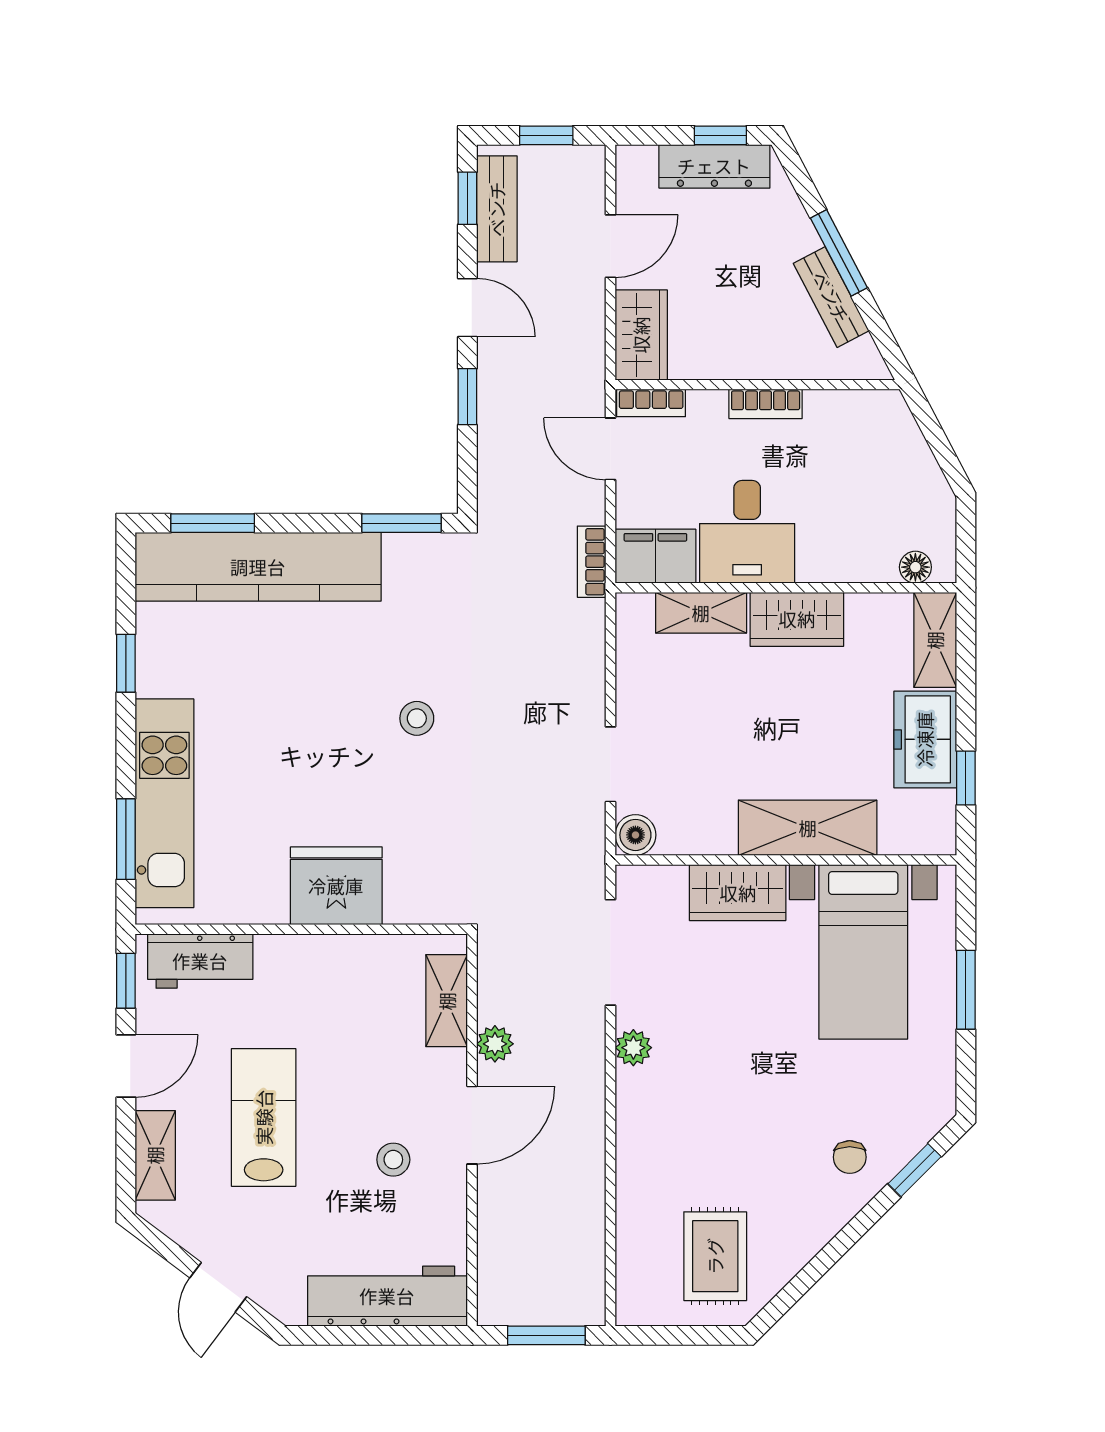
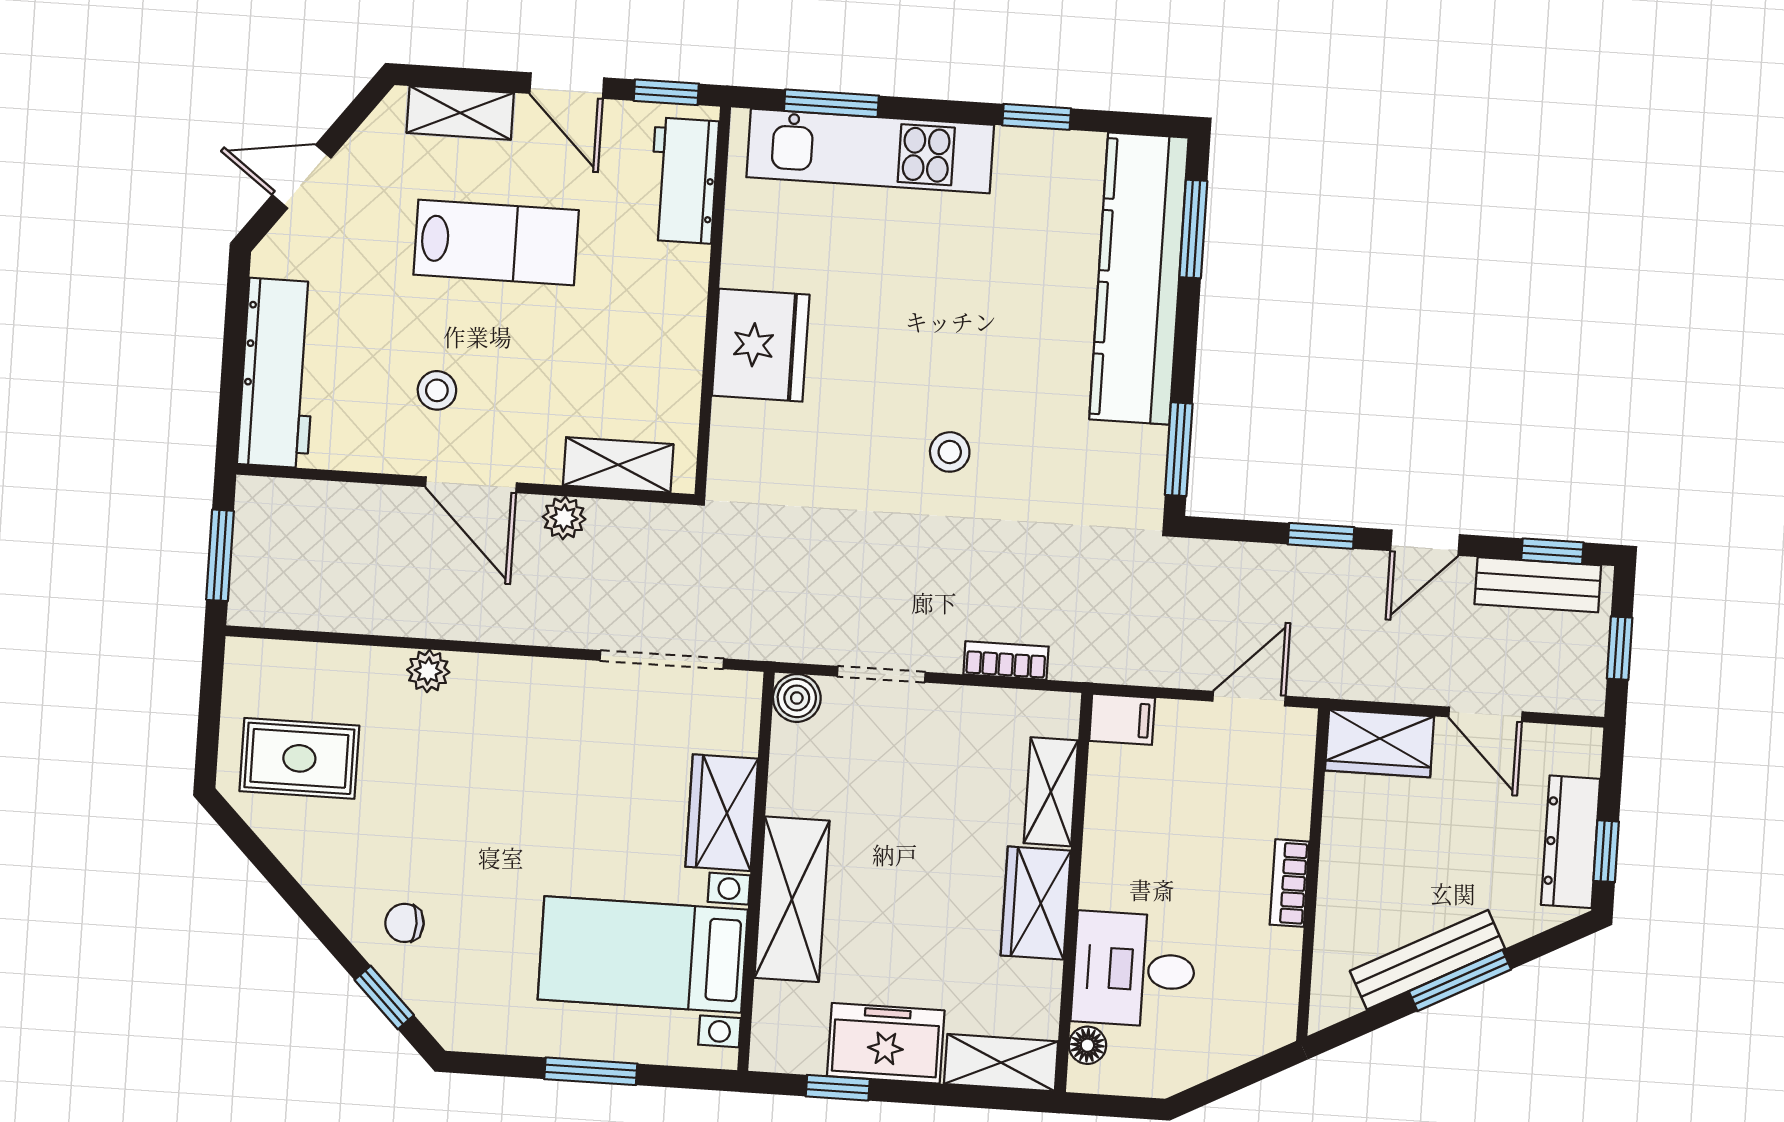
bench: (831, 297) -> (1427, 960), width x1.36
bookcase: (651, 403) -> (1299, 750), removed
desk: (747, 532) -> (1134, 970), moved
filing cabinet: (655, 556) -> (1122, 719), width x0.50
bookcase: (592, 562) -> (1006, 660), moved
plant: (633, 1048) -> (428, 671), moved

